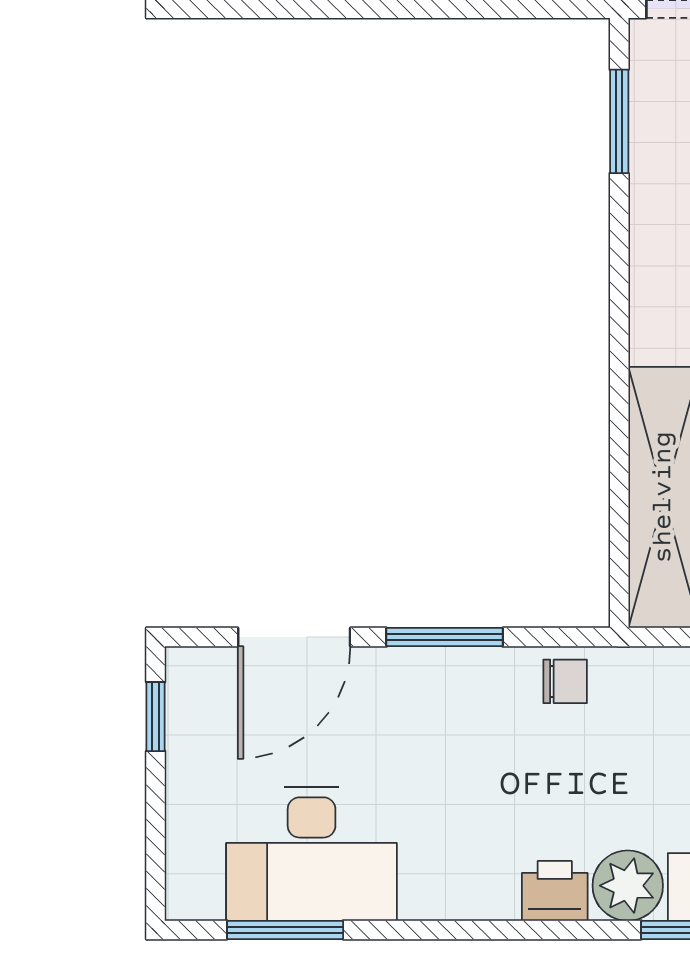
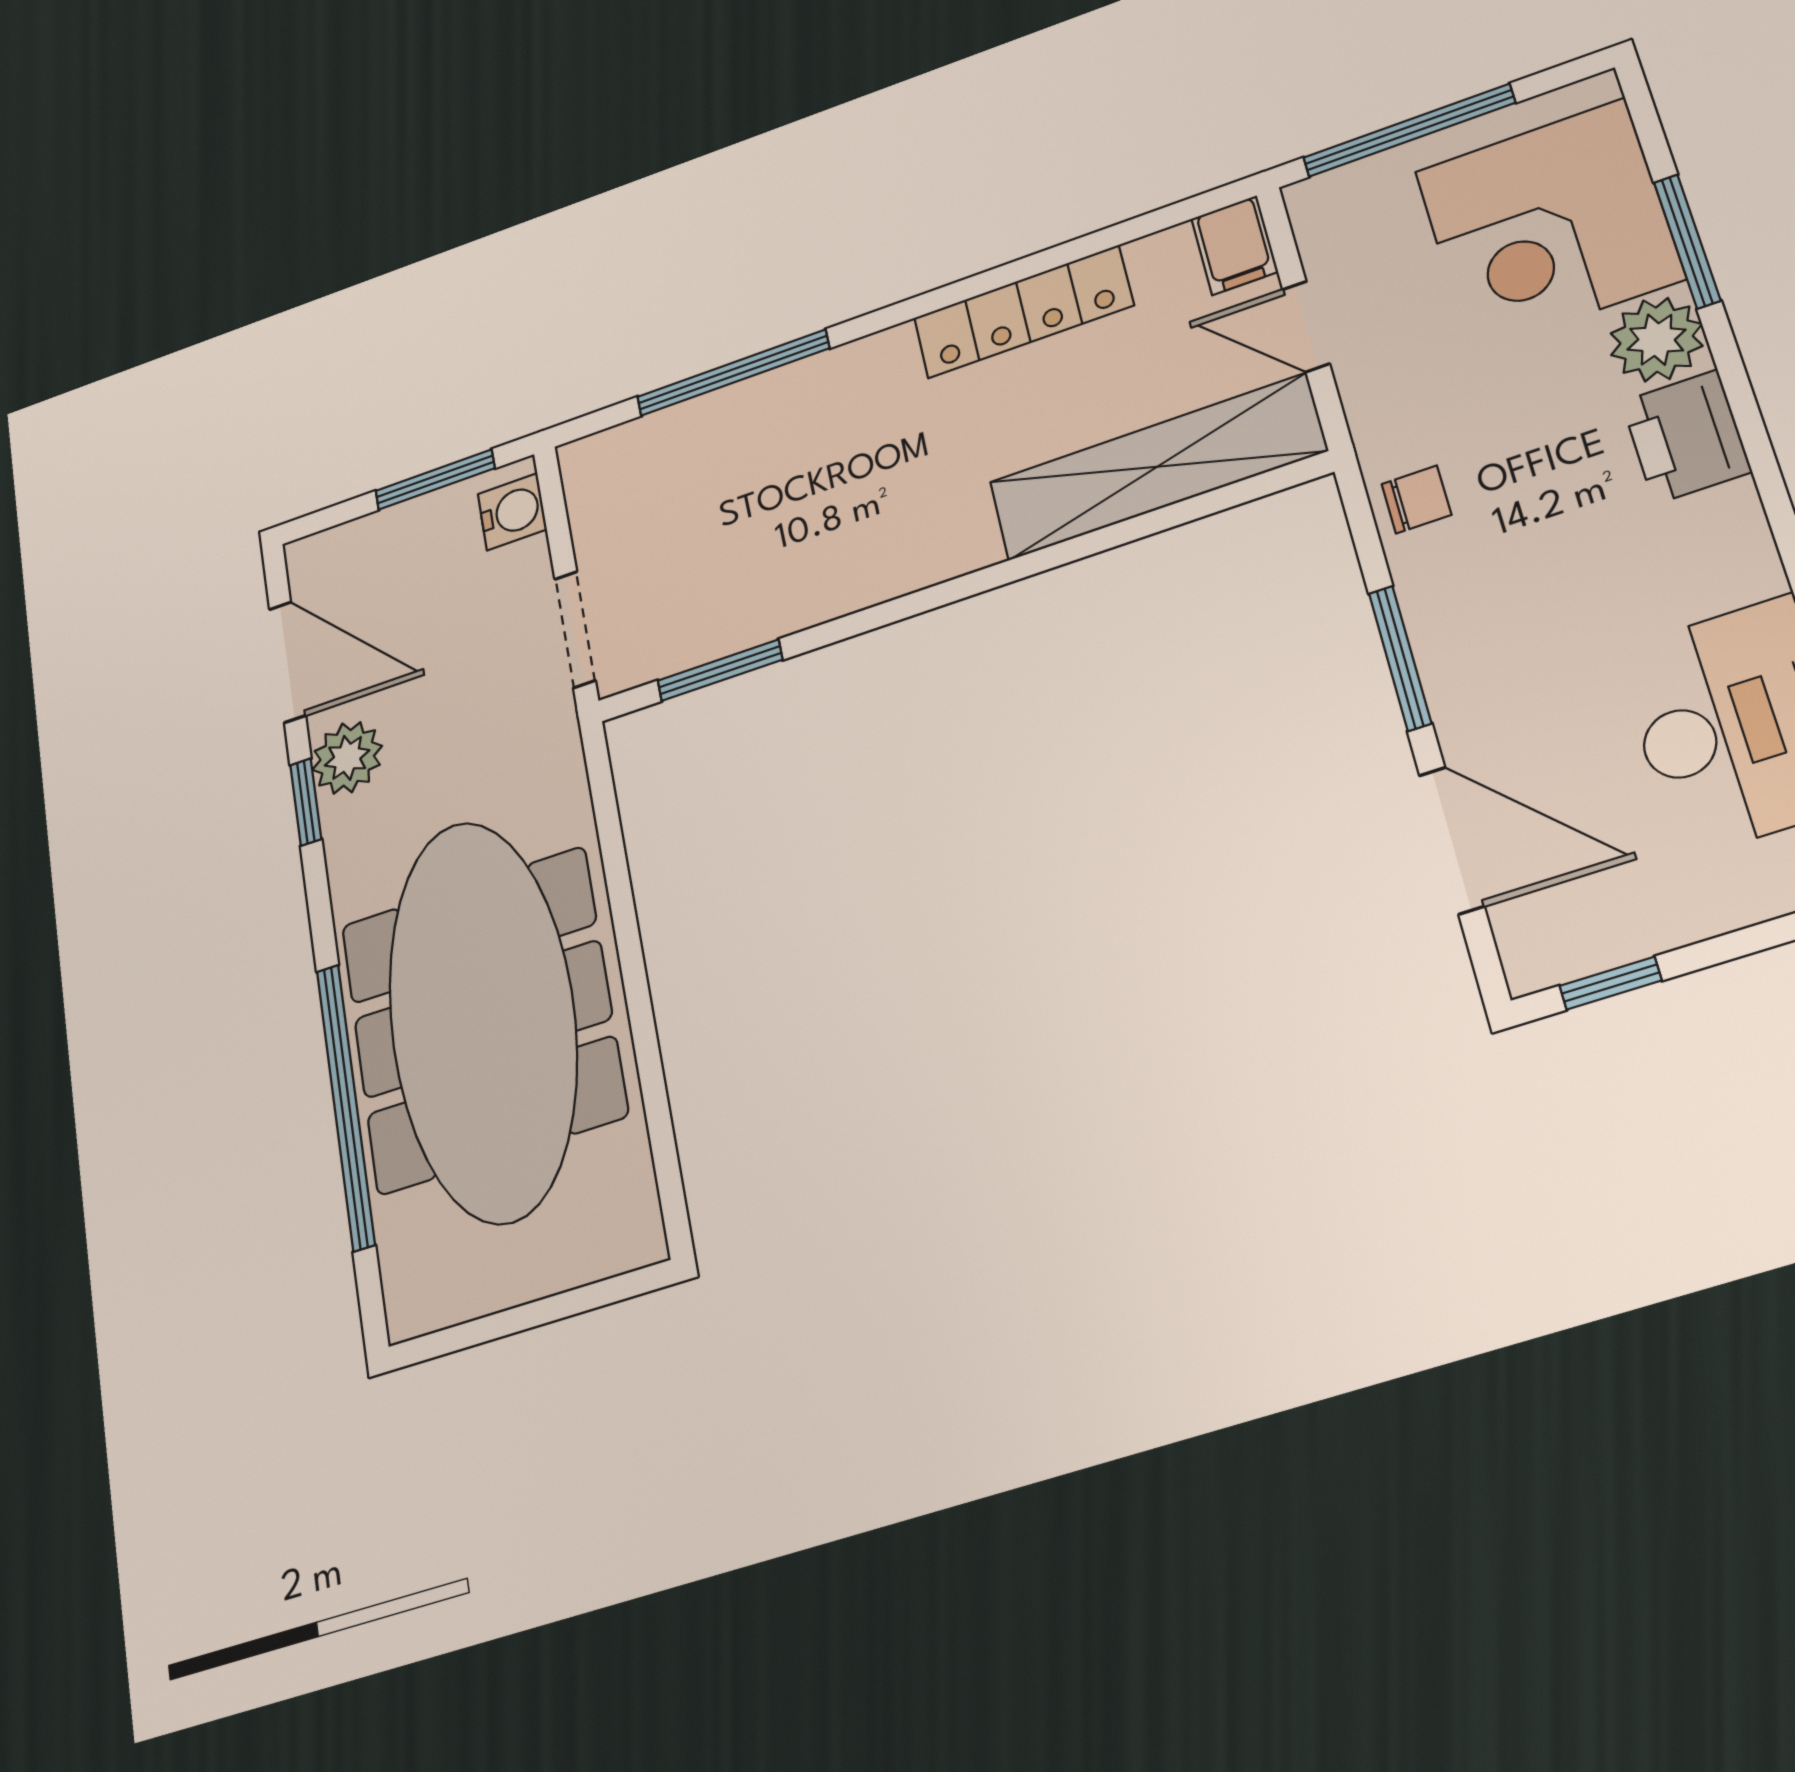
chair: (565, 681) -> (1417, 499), turned 90
printer: (555, 891) -> (1686, 437), width x1.36, depth x1.24

